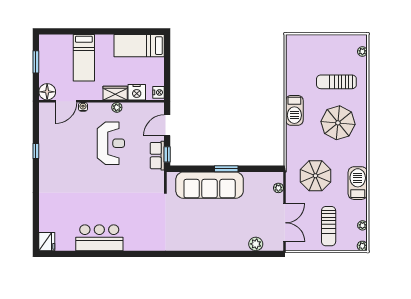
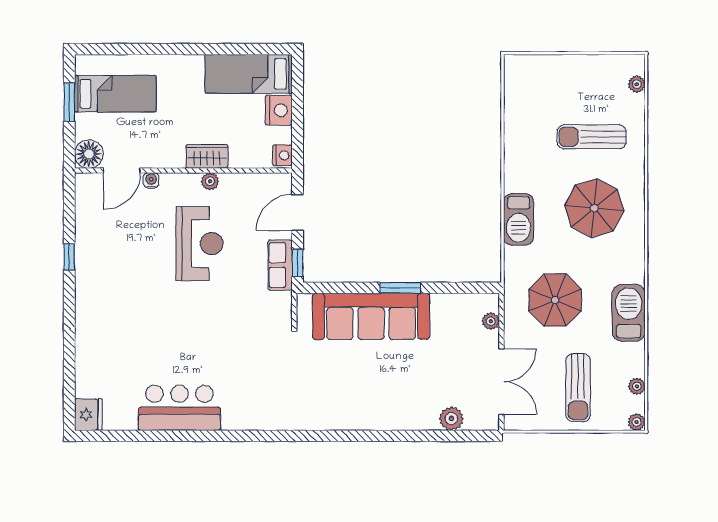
bed: (84, 58) -> (115, 94), moved, turned -90
nightstand: (137, 92) -> (279, 110), moved, turned -90
barbecue: (294, 110) -> (519, 219), moved

